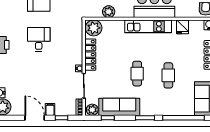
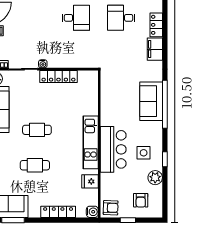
plant: (109, 12) -> (107, 97), removed
plant: (94, 28) -> (89, 80), removed

